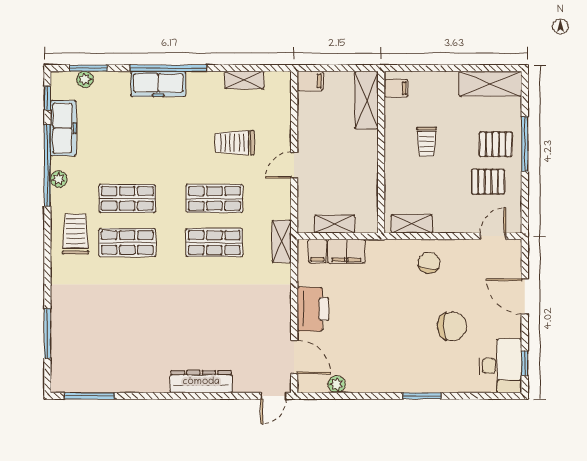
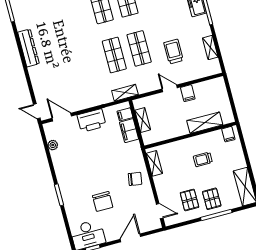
filing cabinet: (310, 81) -> (188, 93), moved
shelving: (366, 100) -> (205, 123), moved
door: (294, 357) -> (62, 117), swing flipped
dresser: (201, 382) -> (28, 48), moved

